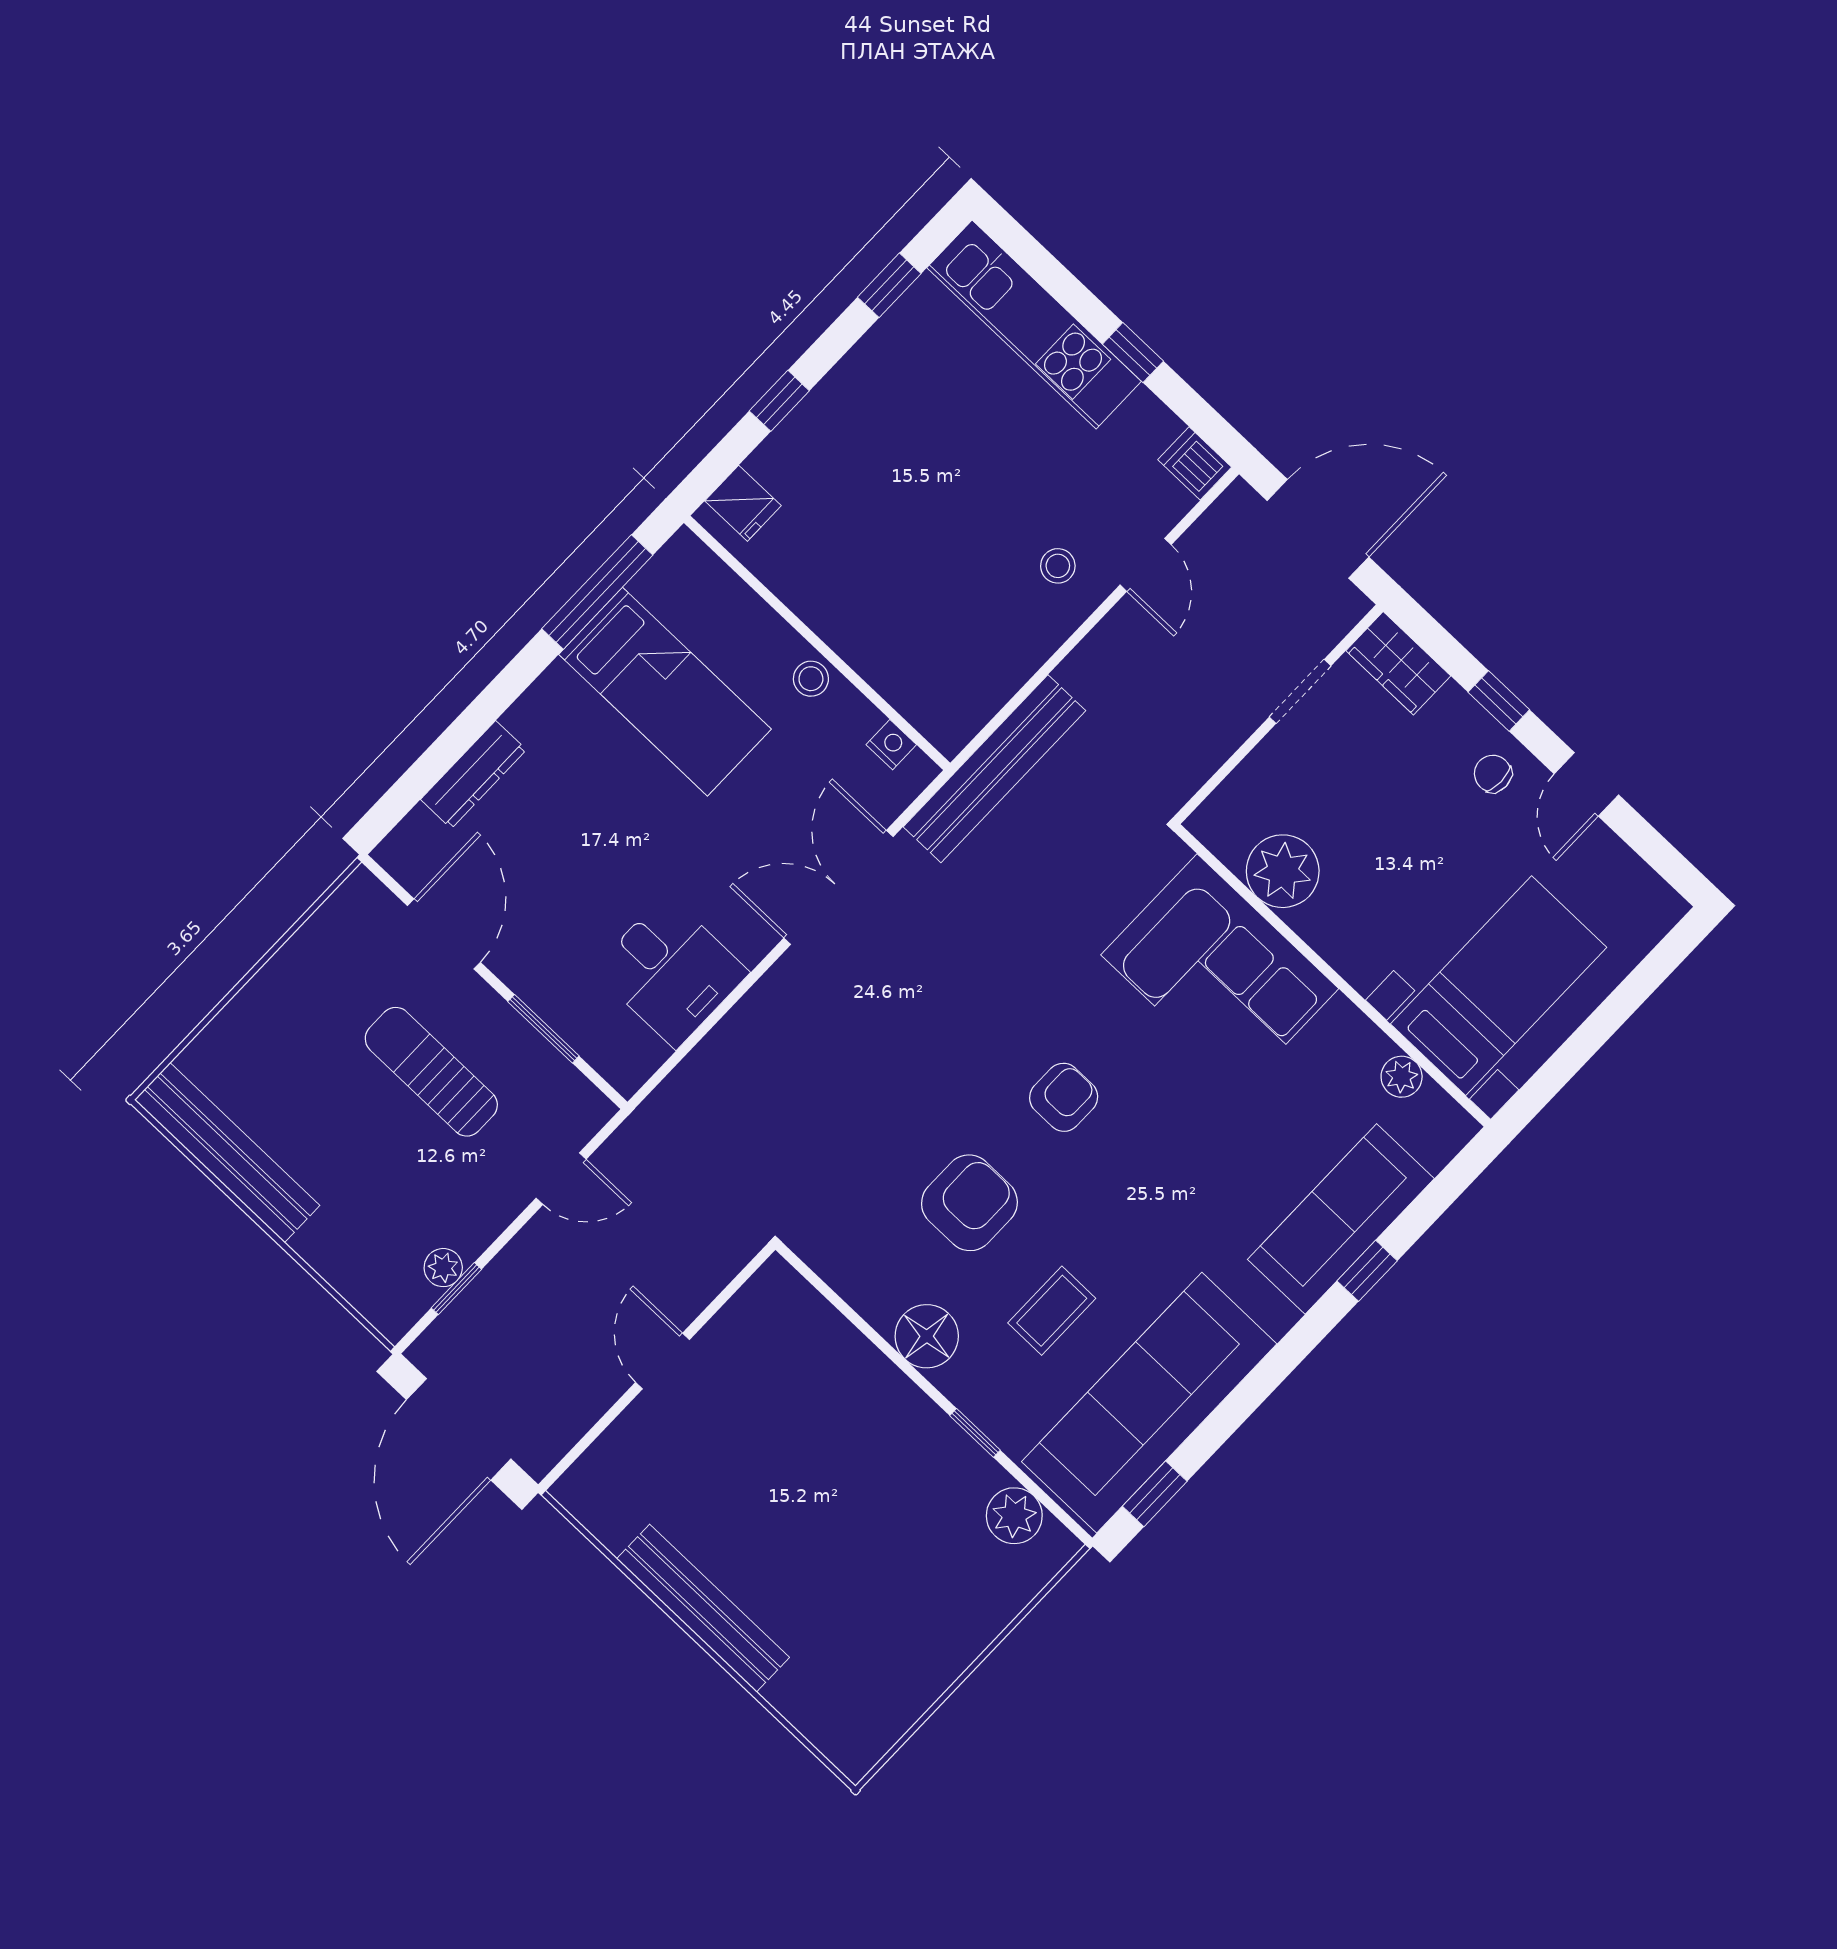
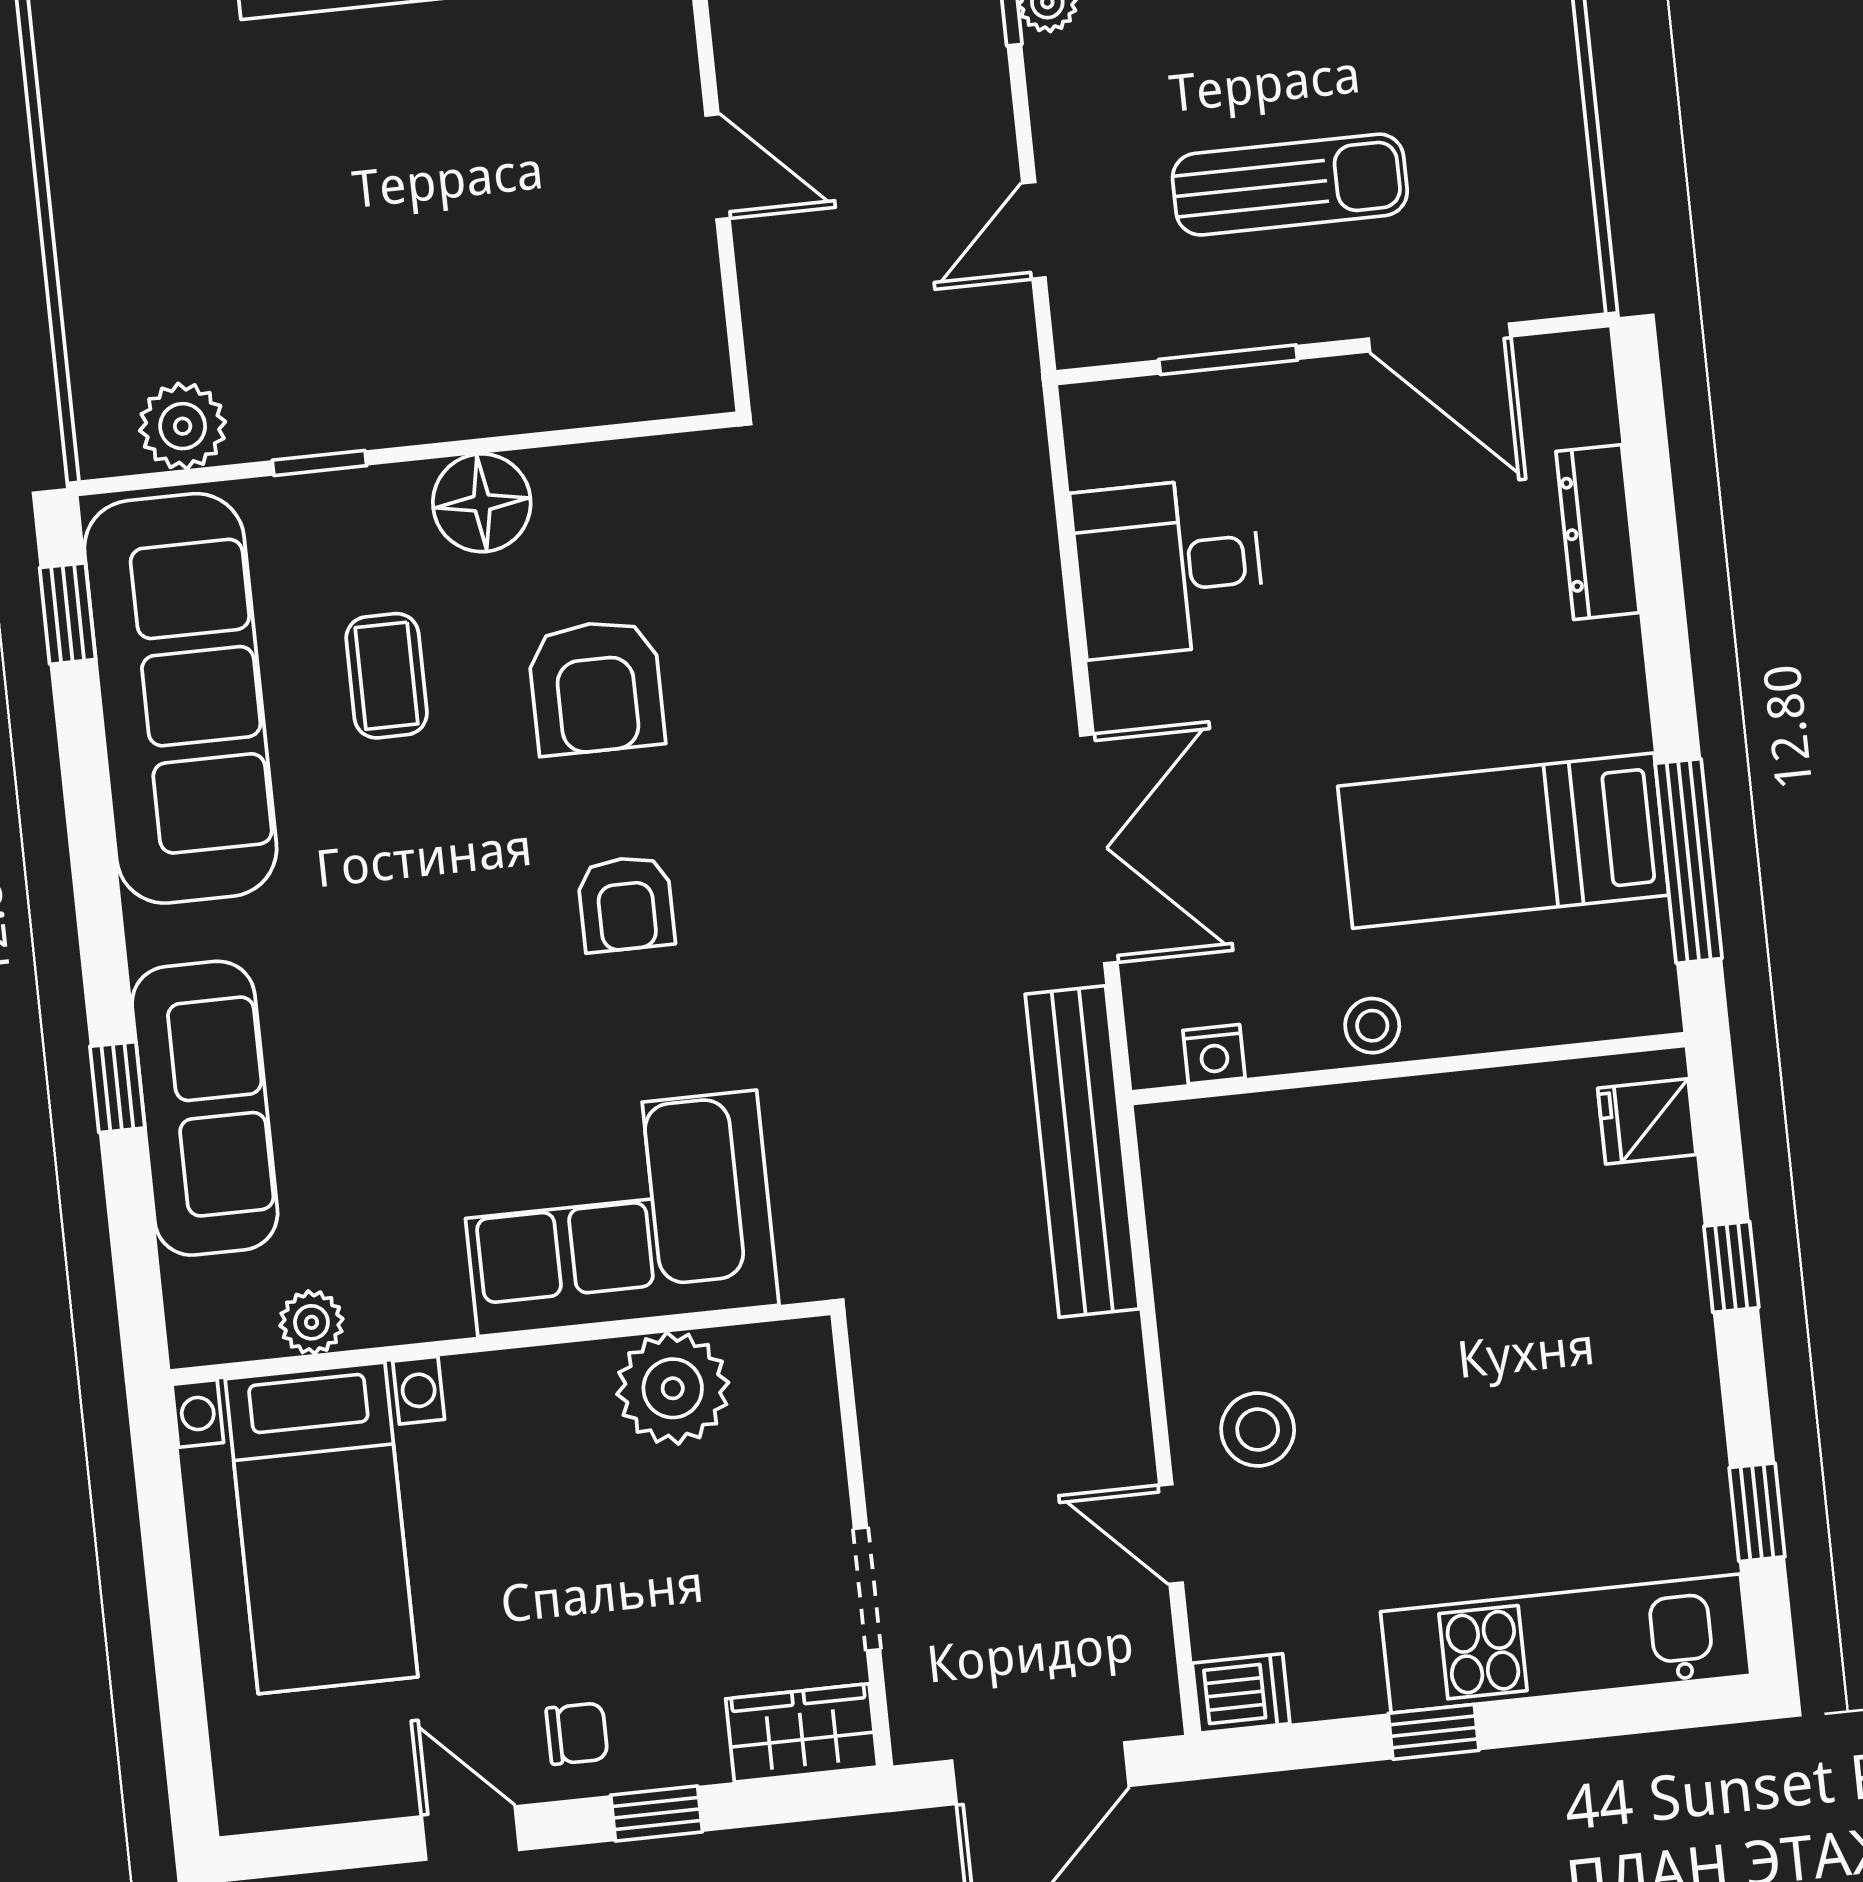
stool: (1058, 566) -> (1258, 1430), width x1.37, depth x1.37

